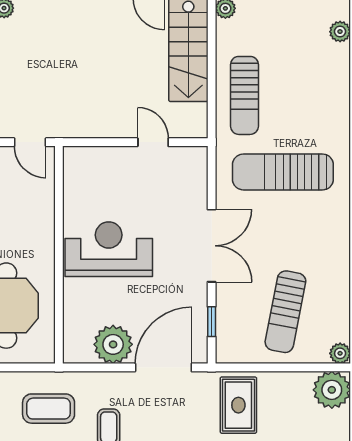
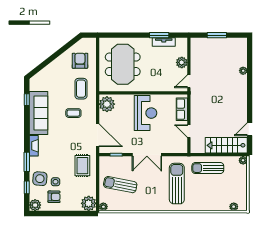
door: (153, 142) -> (189, 131), swing flipped
row of seats: (99, 159) -> (182, 109), added
plant: (113, 344) -> (107, 104), moved
rug: (238, 405) -> (82, 166), turned 90

